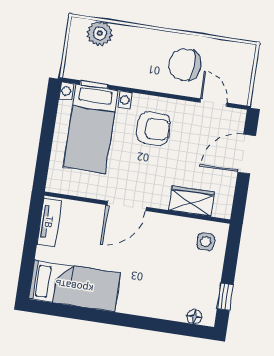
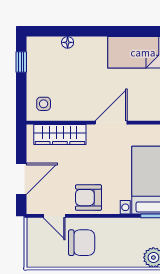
armchair: (154, 129) -> (88, 198), moved
wardrobe: (191, 201) -> (60, 134), width x1.50
floor lamp: (194, 317) -> (68, 42), moved

